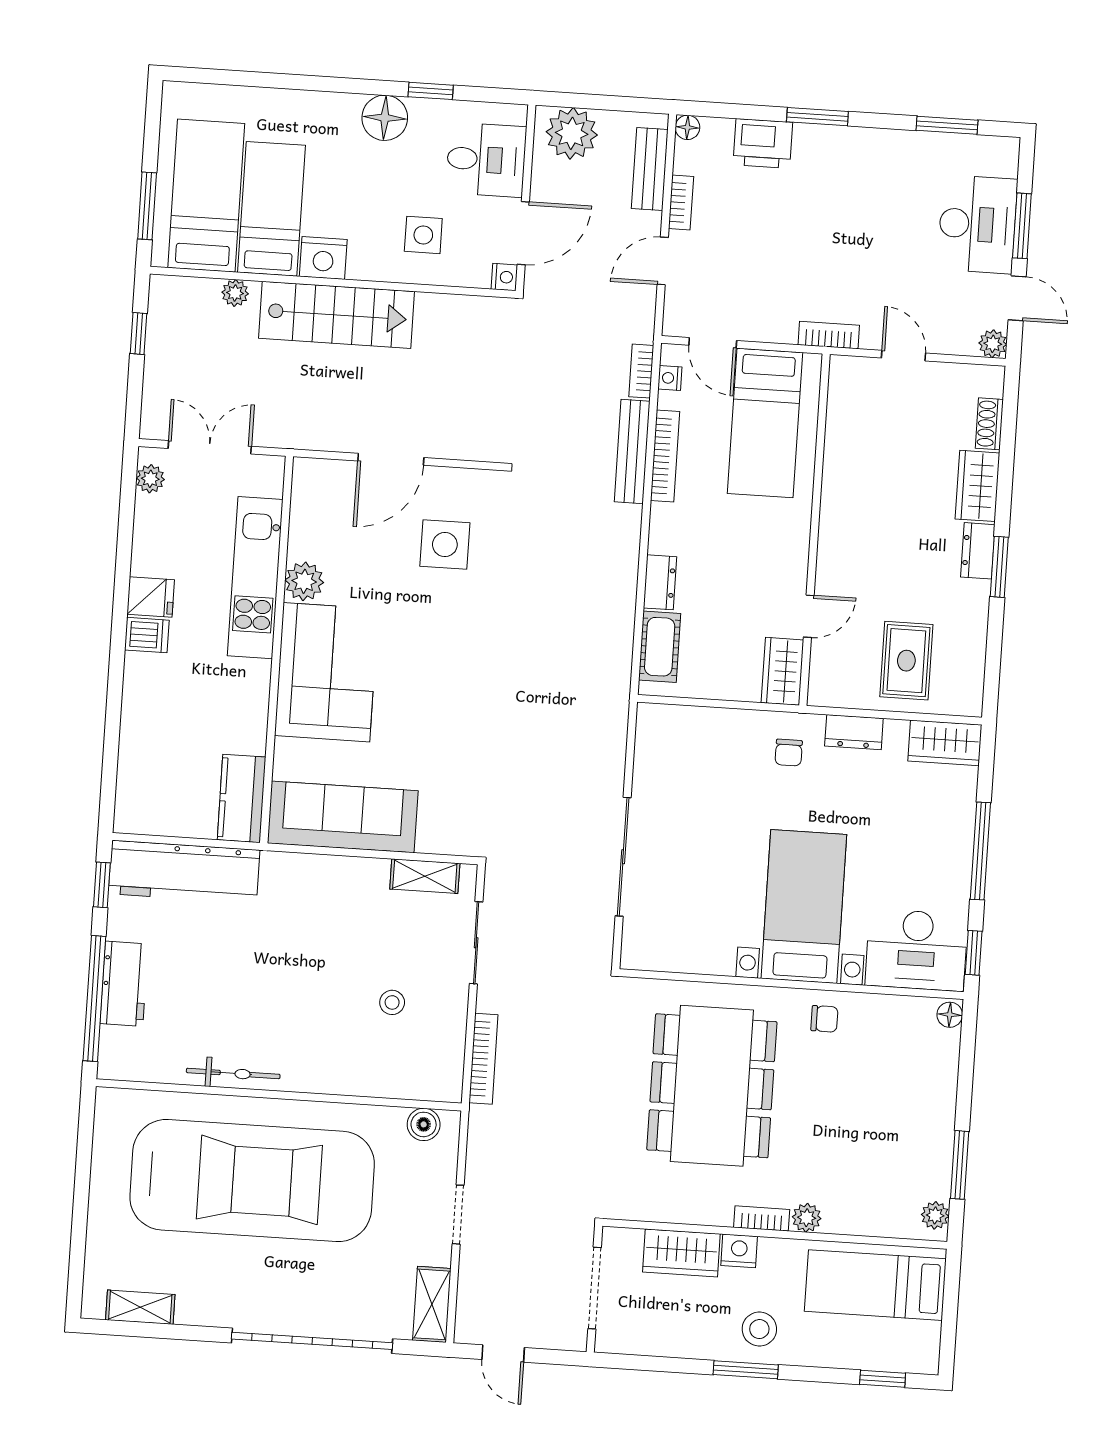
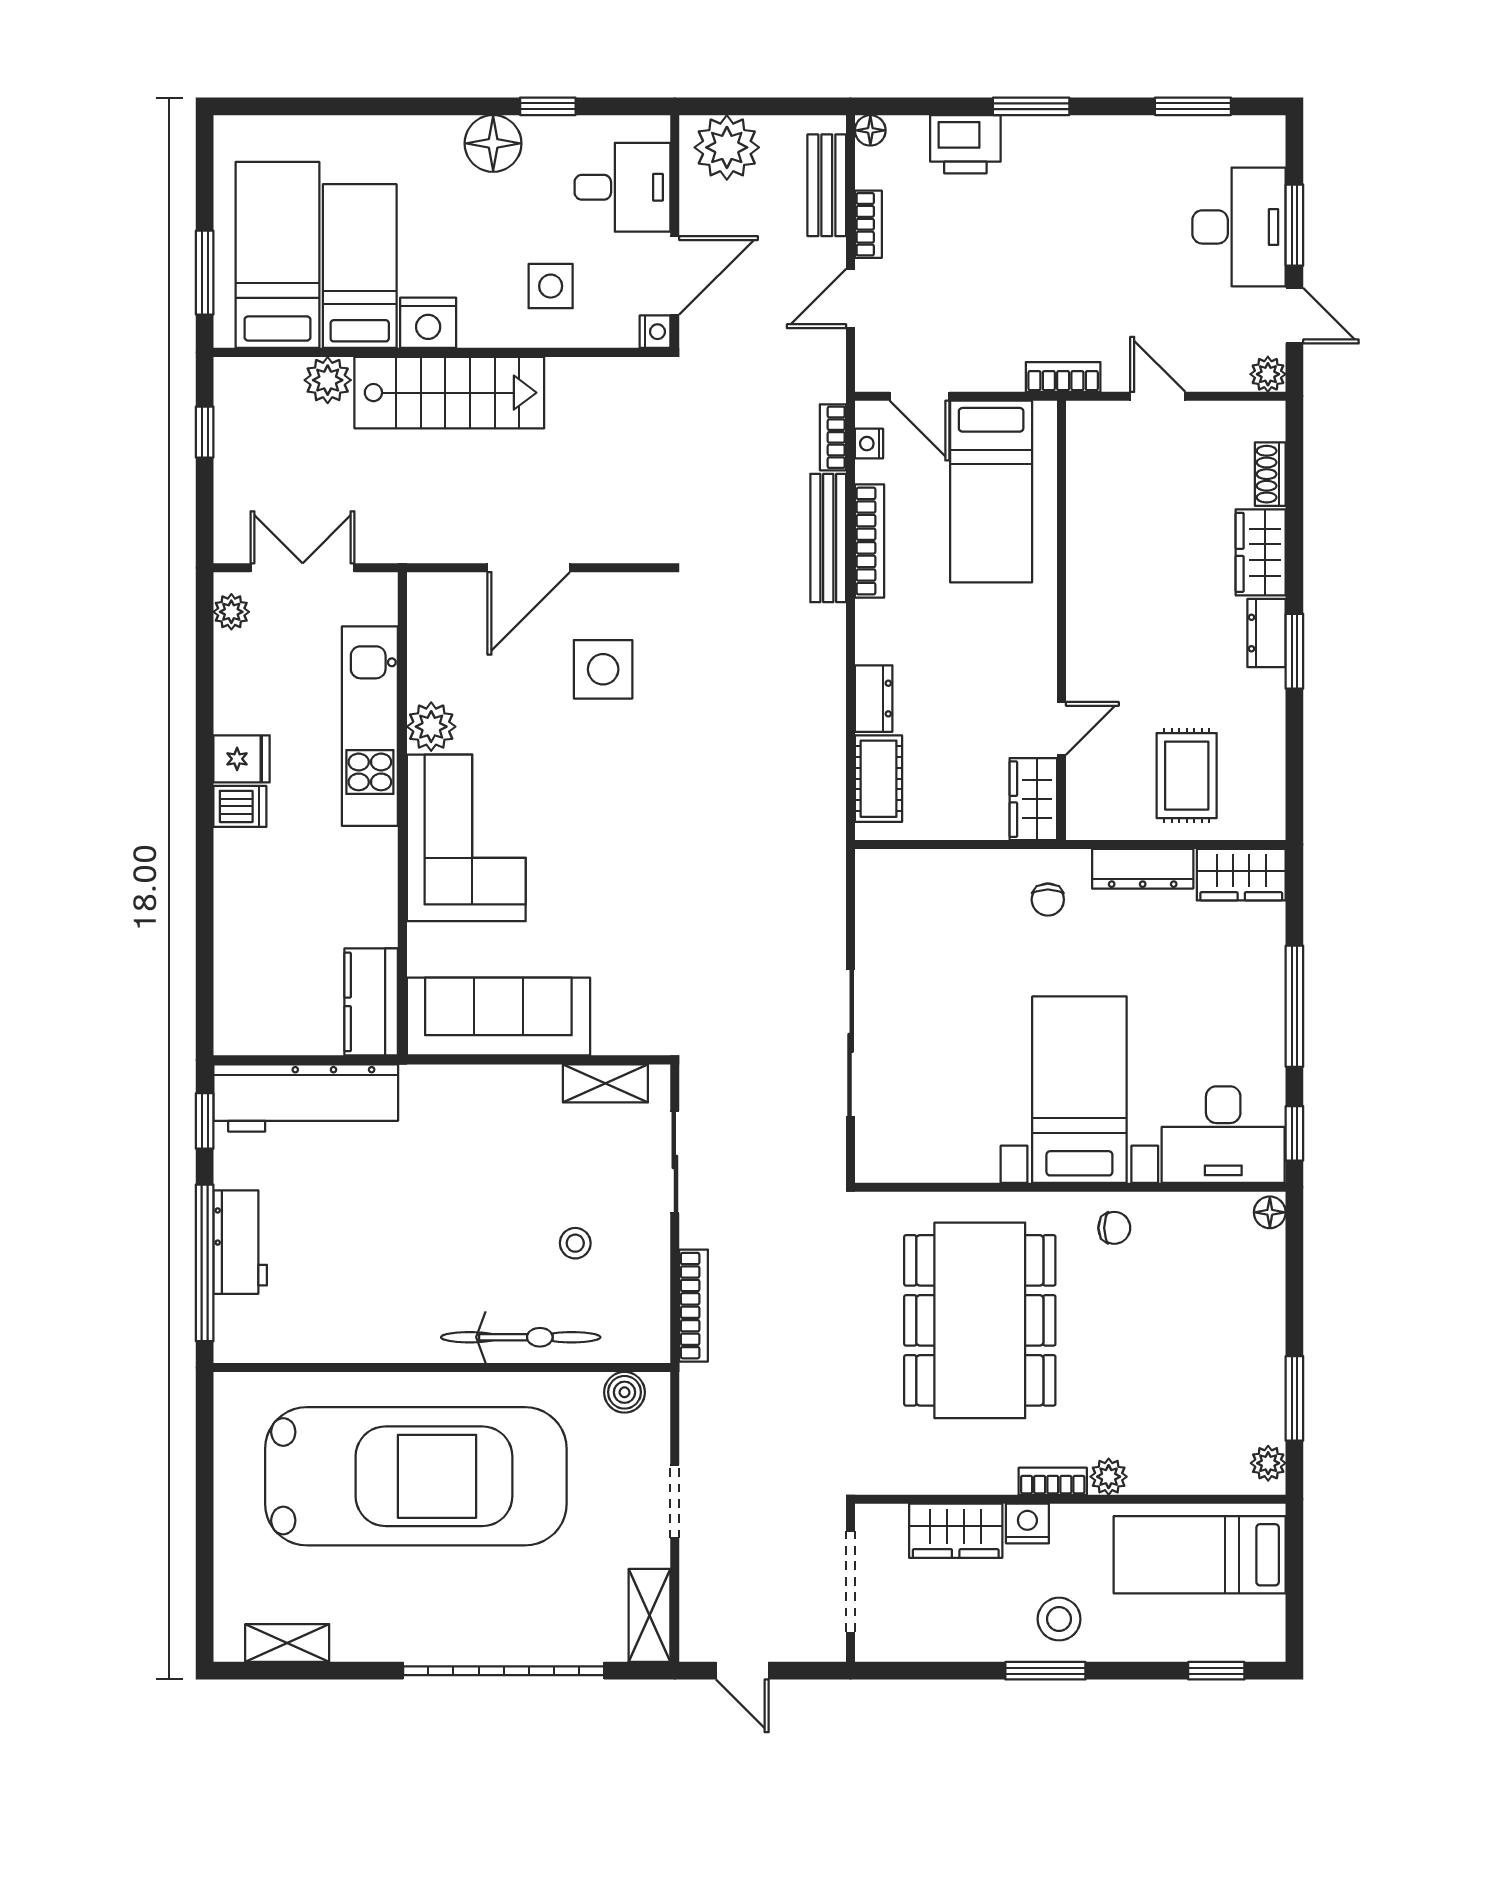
plant: (235, 293) -> (328, 380), width x1.38, depth x1.38
dresser: (854, 732) -> (1143, 869), width x1.44
bicycle: (233, 1073) -> (521, 1337), moved, width x1.37, depth x1.40

